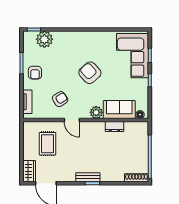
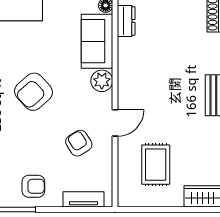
dresser: (115, 127) -> (126, 21), moved
rug: (48, 144) -> (156, 165), turned 90

